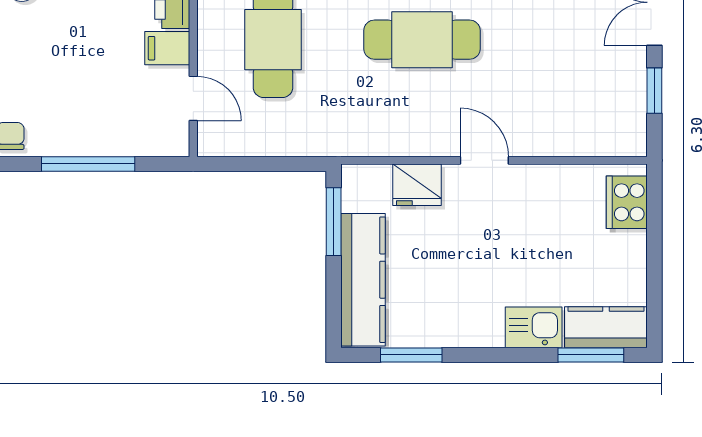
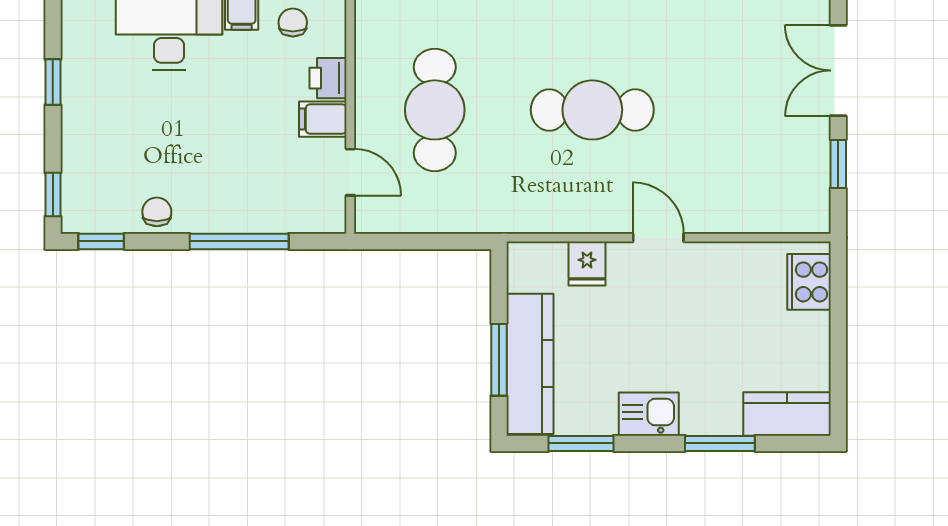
fridge: (417, 185) -> (587, 264), width x0.72
window: (334, 222) -> (499, 360), moved
kitchen sink: (534, 327) -> (649, 414), moved
window: (591, 355) -> (720, 443), moved

